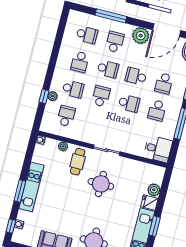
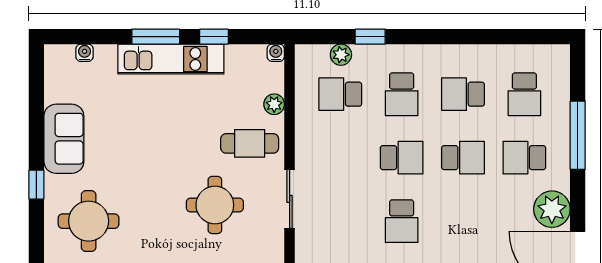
school desk: (115, 42) -> (524, 158), turned 180
school desk: (108, 69) -> (463, 158), turned -90
school desk: (136, 76) -> (463, 221), removed
plant: (53, 96) -> (341, 55), moved
school desk: (66, 116) -> (340, 94), turned 180
window: (11, 226) -> (214, 37), moved

